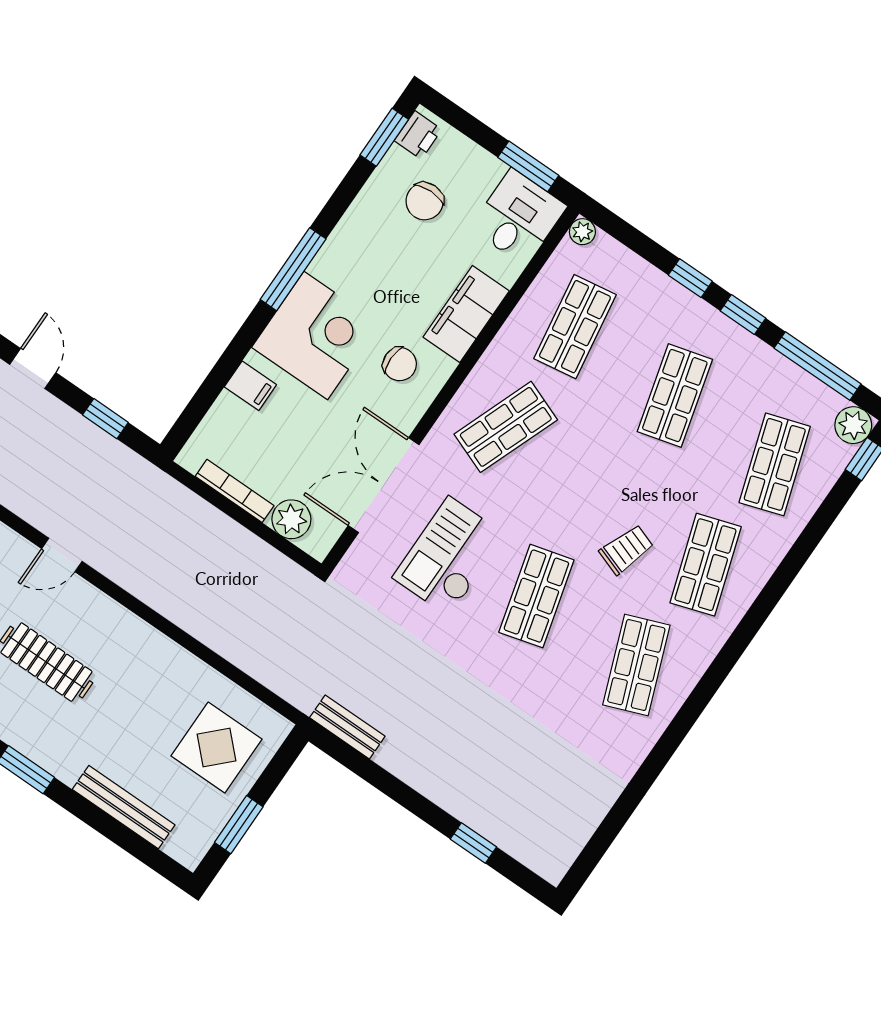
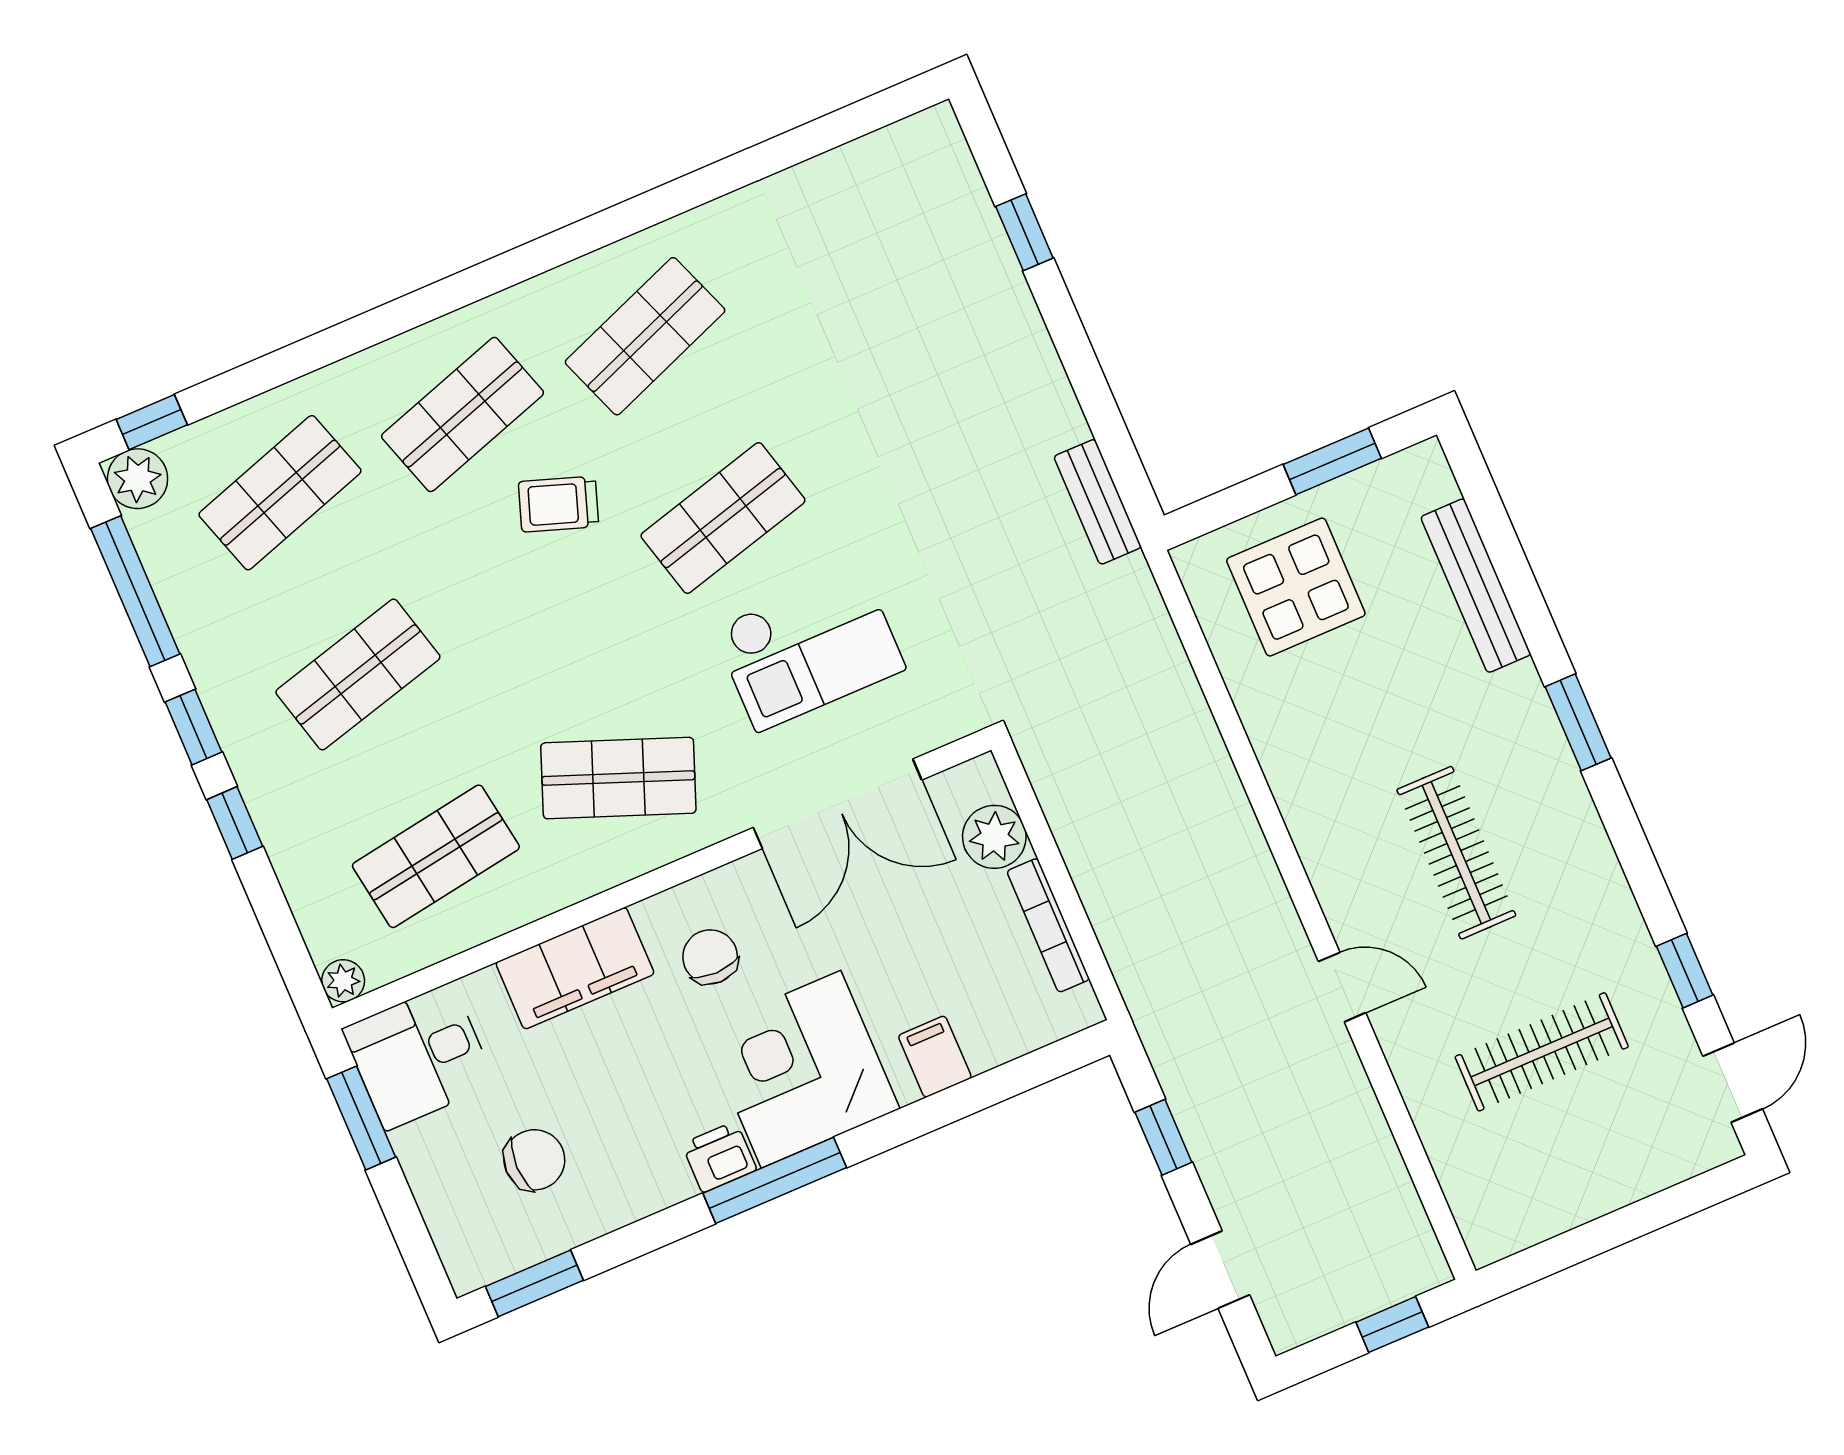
printer: (418, 135) -> (719, 1157), moved

